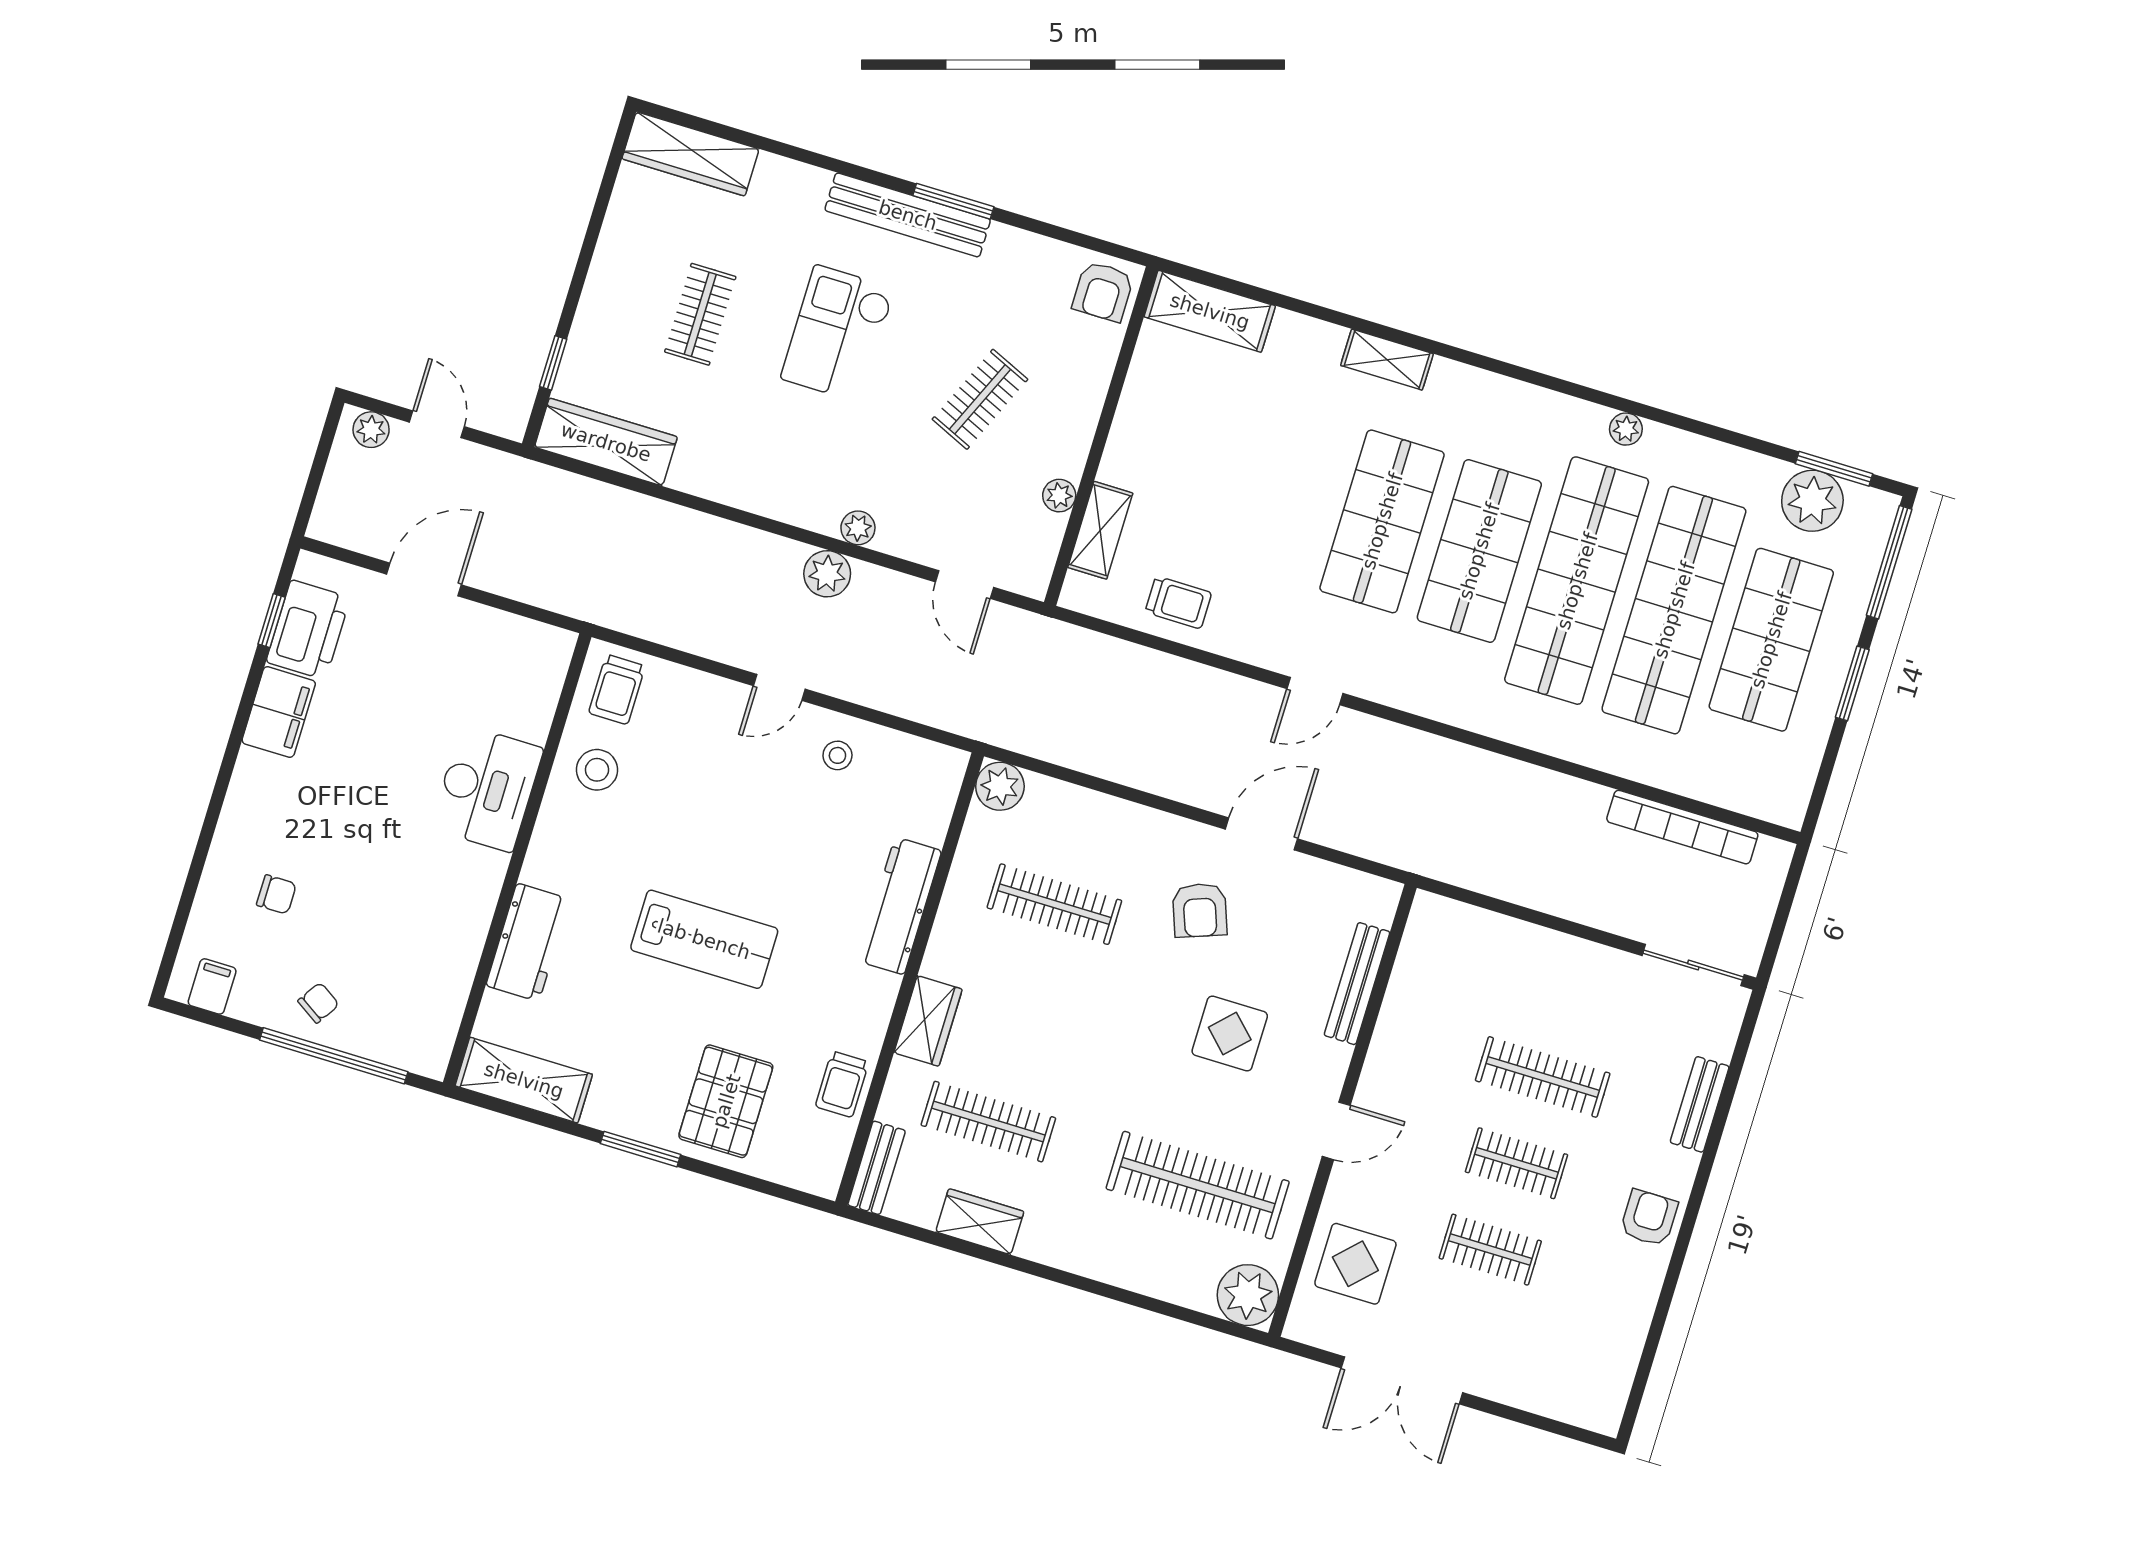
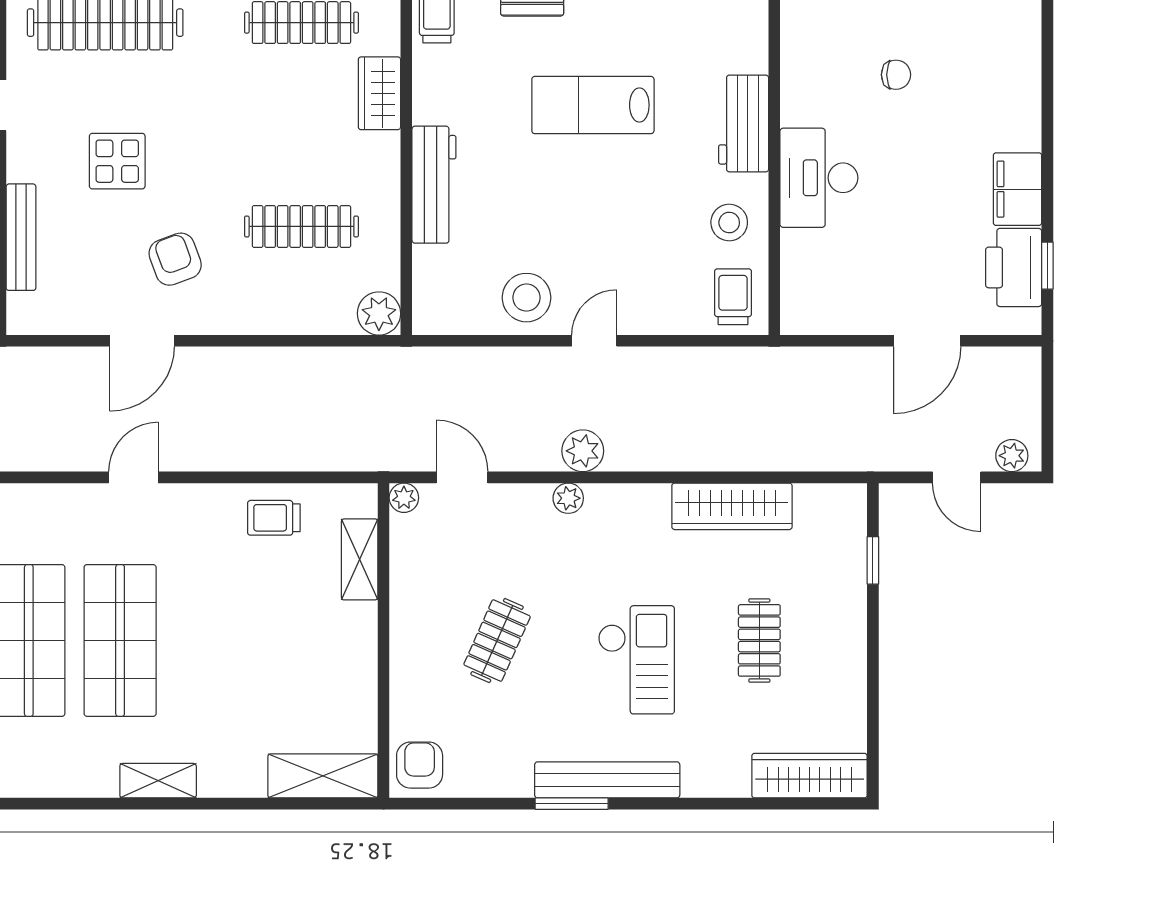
wardrobe: (606, 442) -> (732, 506), moved
plant: (1059, 496) -> (404, 498), moved
stool: (837, 755) -> (526, 298), width x1.89, depth x1.89
chair: (276, 894) -> (896, 75), moved, turned 180
workbench: (528, 942) -> (744, 123), moved

